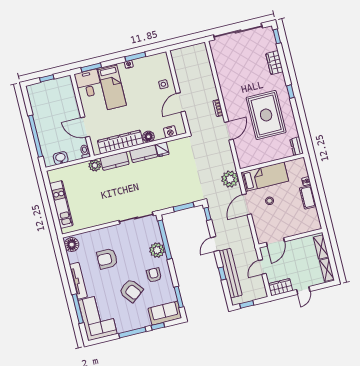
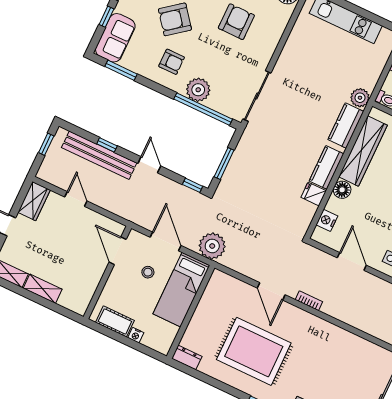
wall: (291, 238) -> (107, 272), moved
door: (275, 242) -> (118, 251), moved

